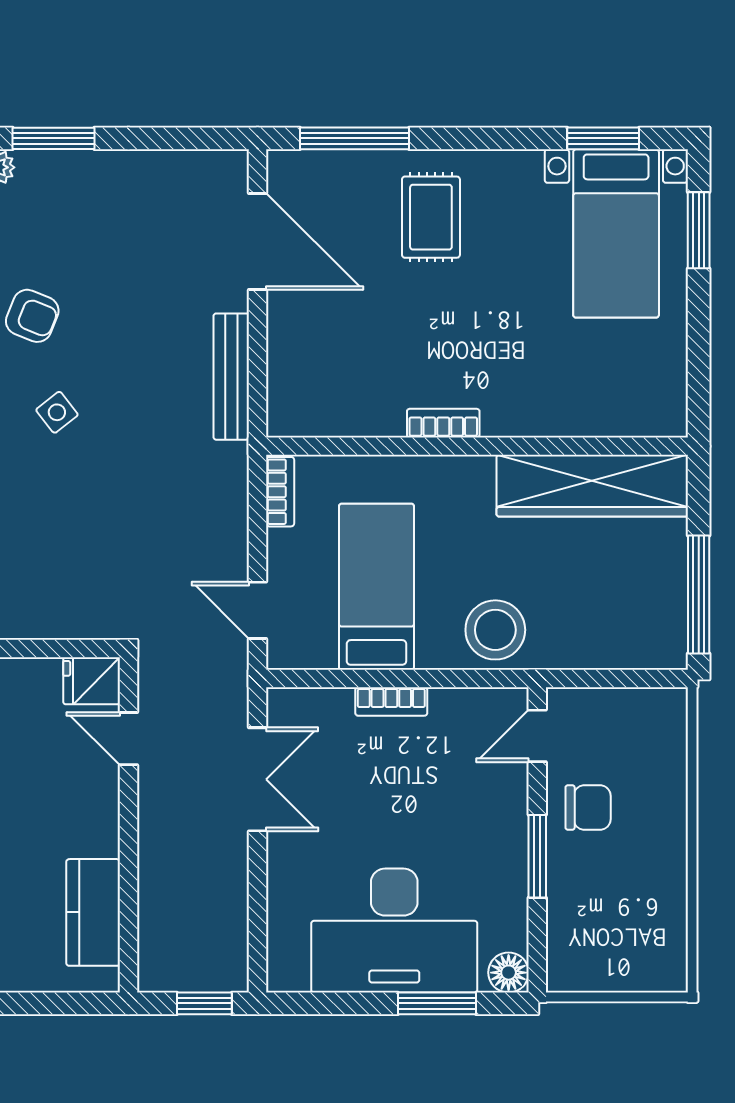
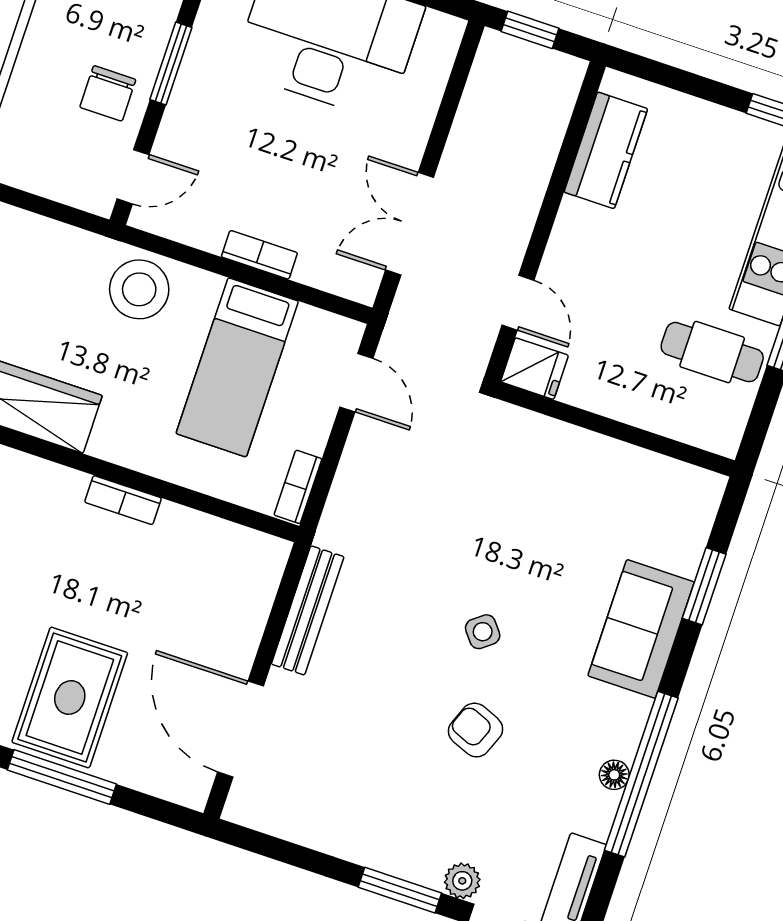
window: (354, 138) -> (62, 777), moved
rug: (431, 217) -> (70, 697), width x1.36, depth x1.43
chair: (588, 808) -> (108, 93), turned -90

